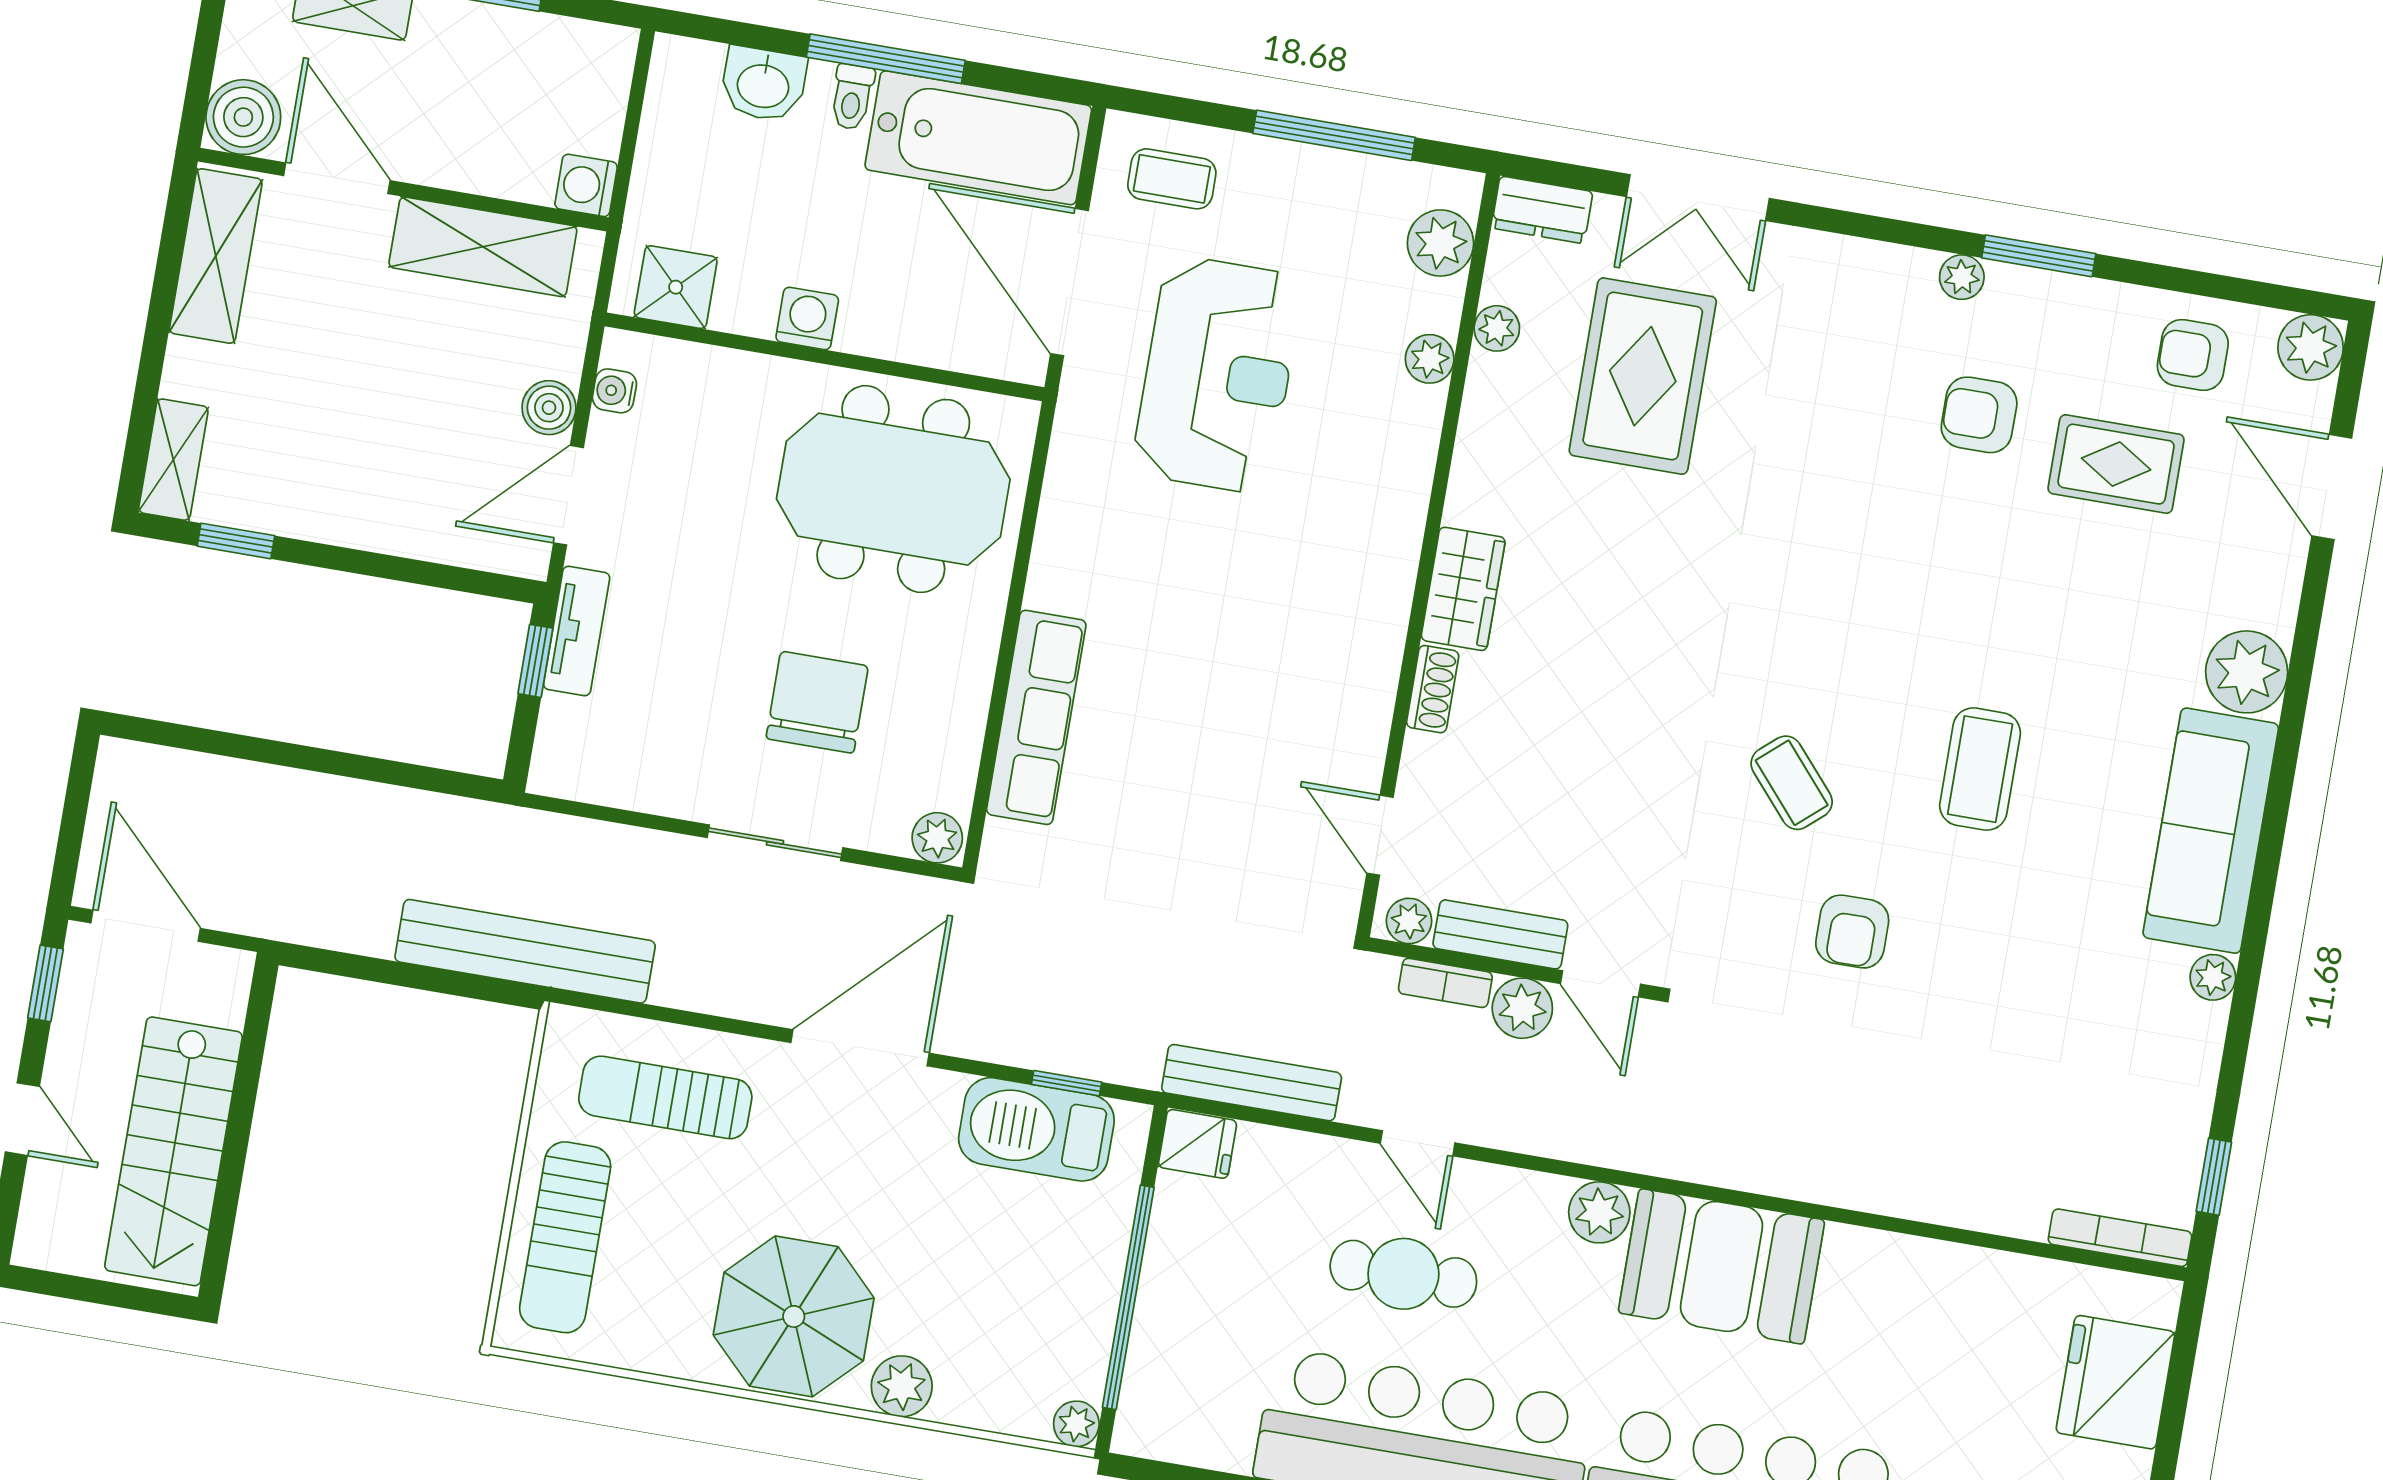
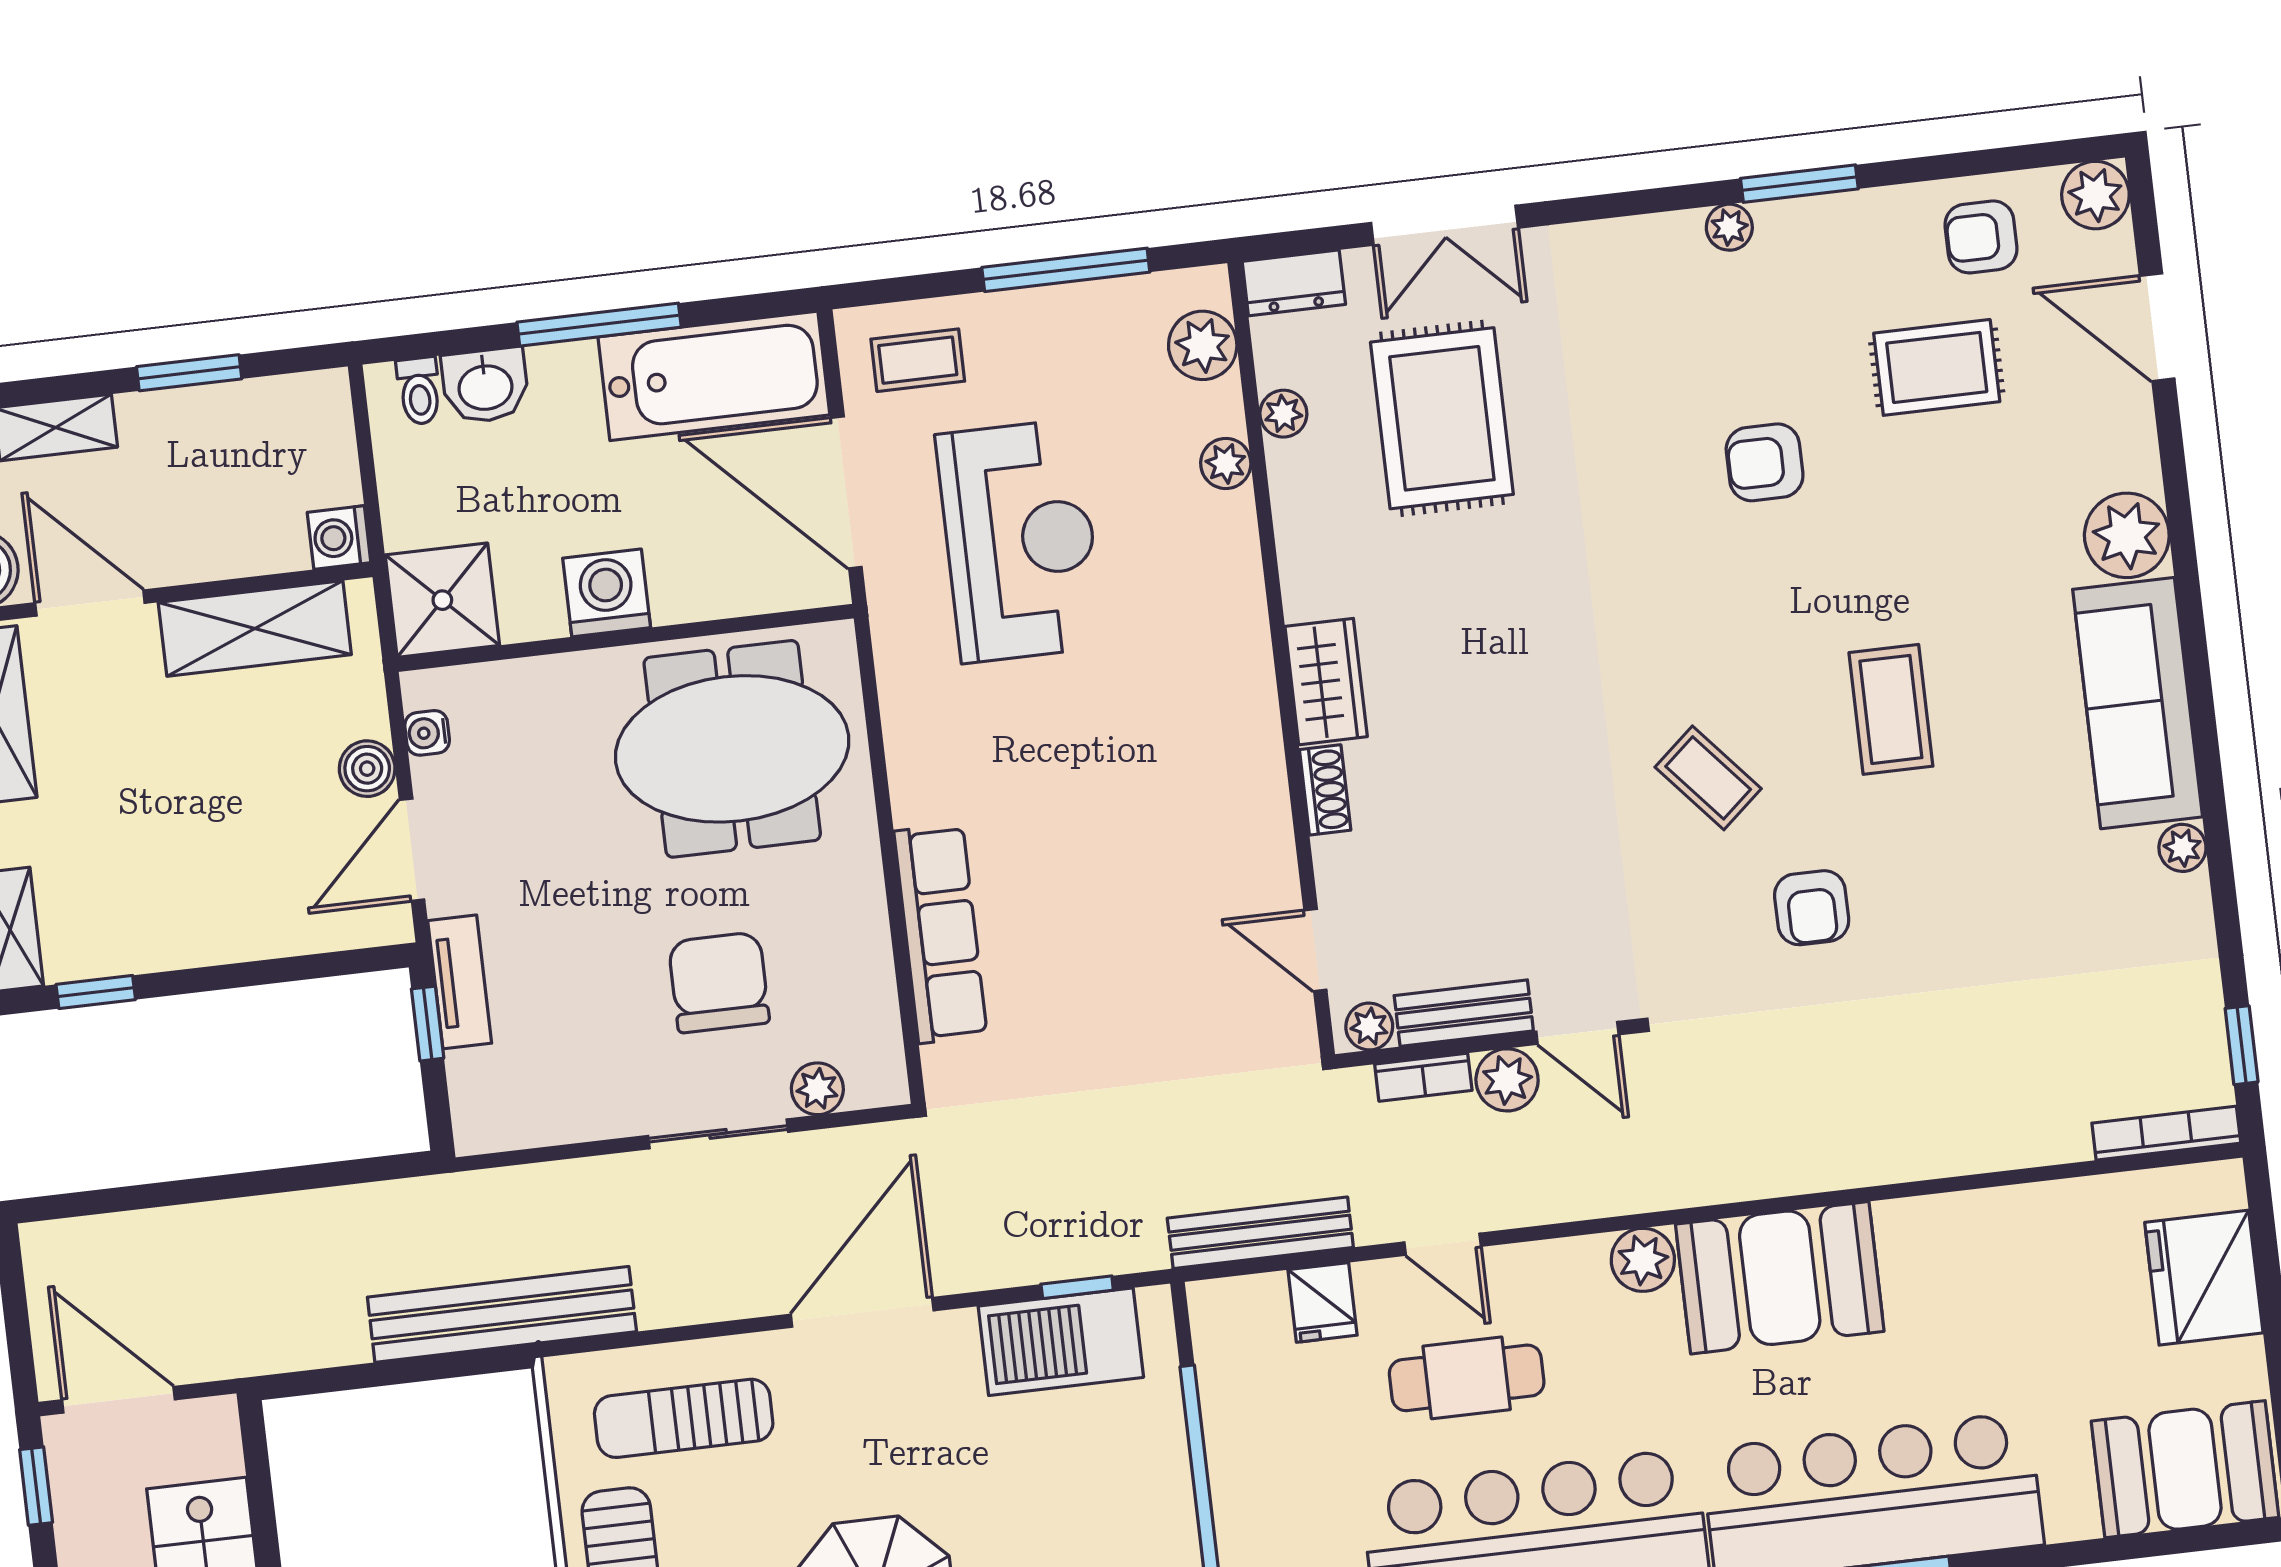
toilet: (852, 97) -> (419, 391), moved
shower: (676, 287) -> (442, 600), width x1.36, depth x1.36
washing machine: (807, 318) -> (607, 593), width x1.38, depth x1.38
armchair: (1979, 415) -> (1765, 462), moved
plant: (937, 838) -> (817, 1089), moved
fridge: (1198, 1144) -> (1323, 1302), moved, turned 90

